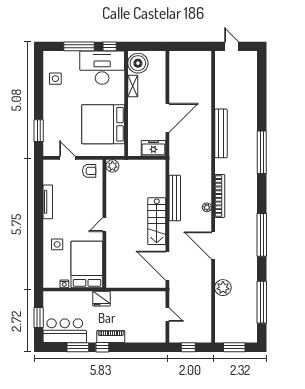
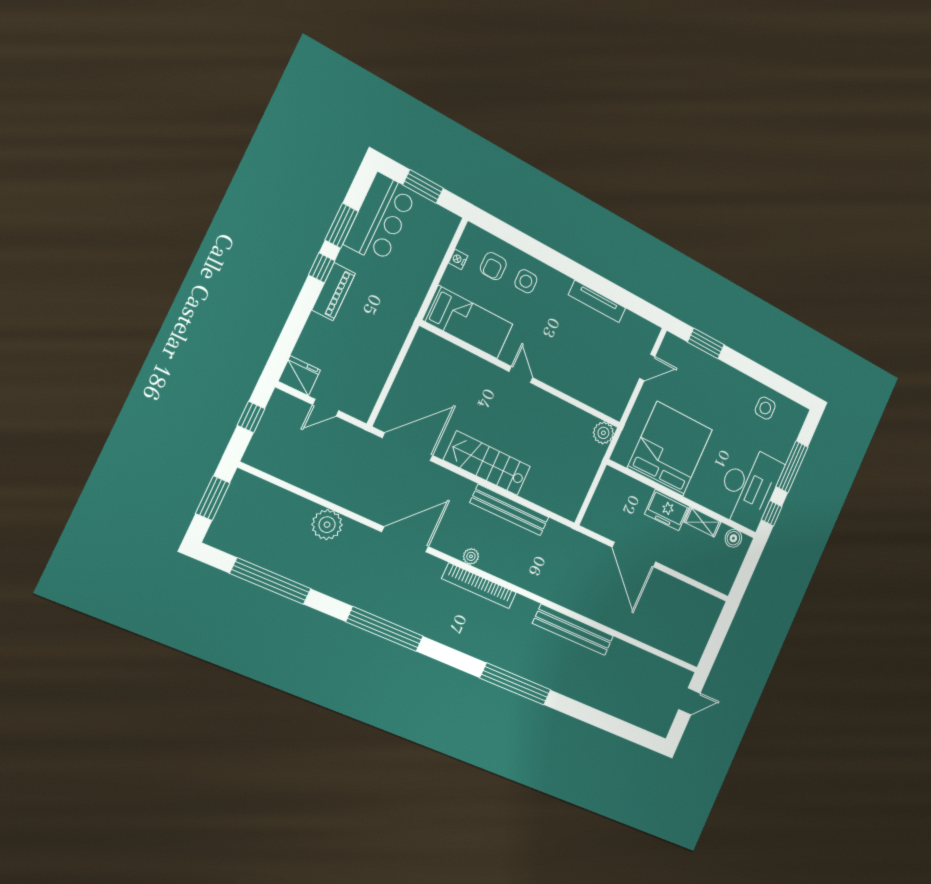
boiler: (138, 63) -> (733, 538), width x0.54, depth x0.54
freezer: (153, 148) -> (667, 510), moved, turned 90
armchair: (89, 171) -> (493, 266), moved
bed: (87, 264) -> (468, 322), width x0.67
fridge: (102, 299) -> (299, 376), moved, turned 90

